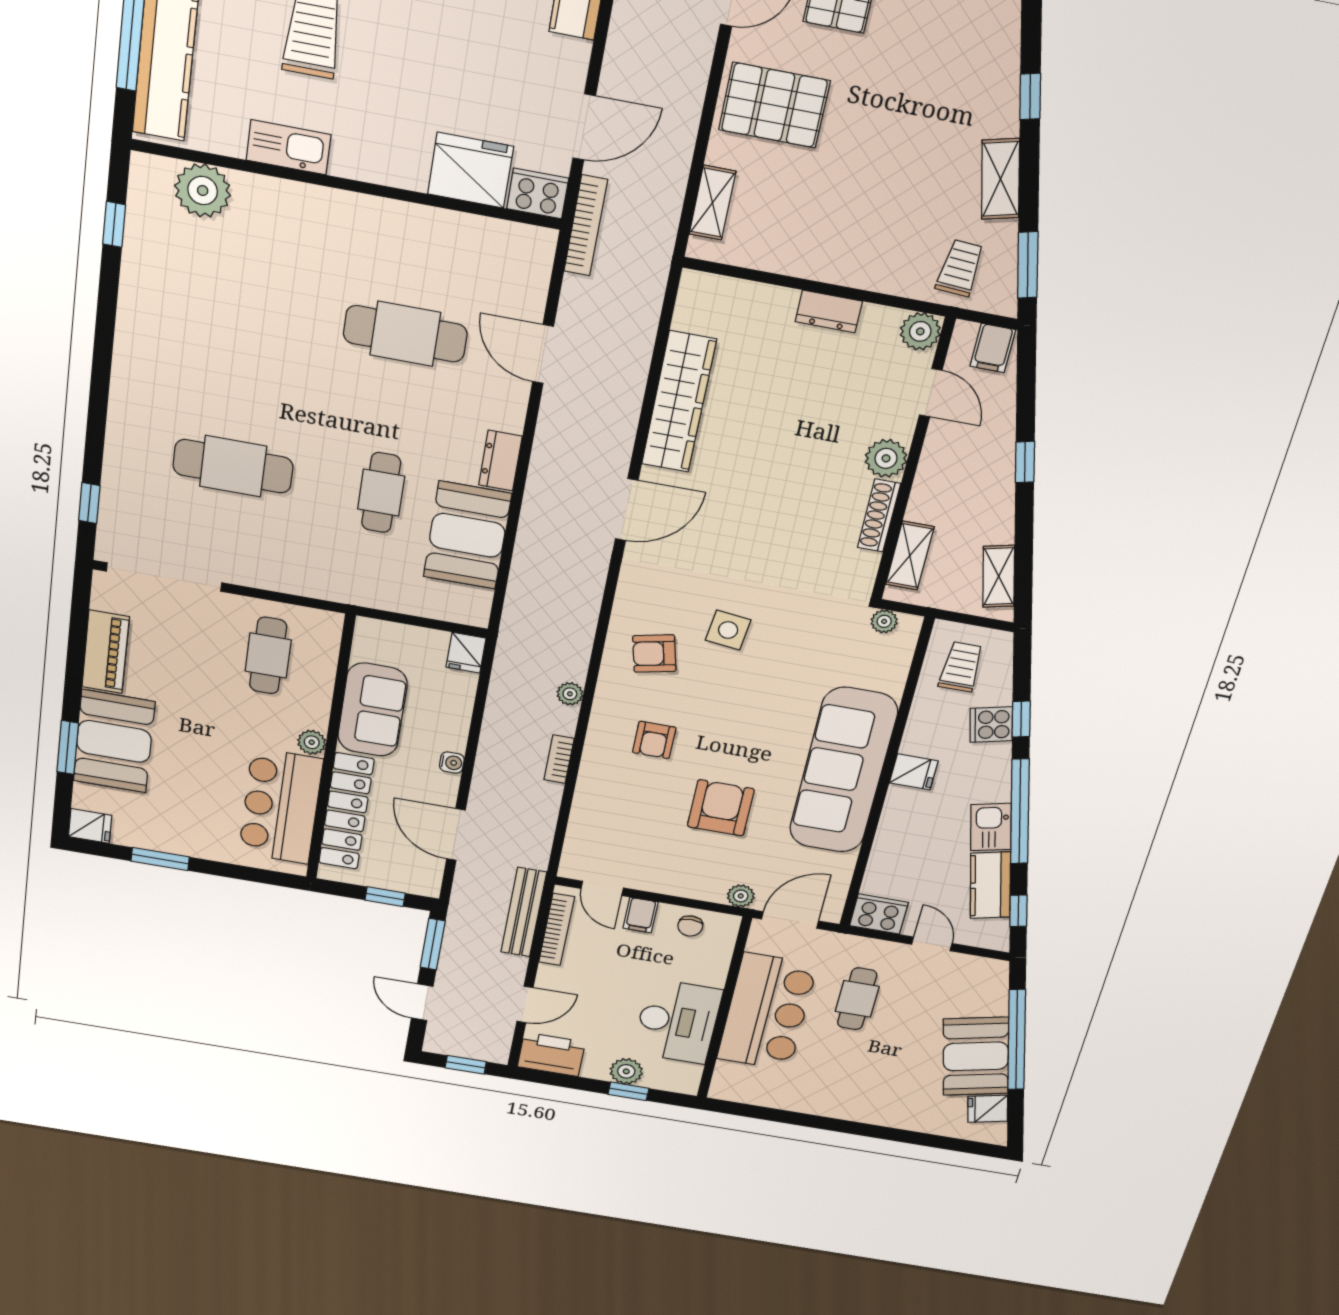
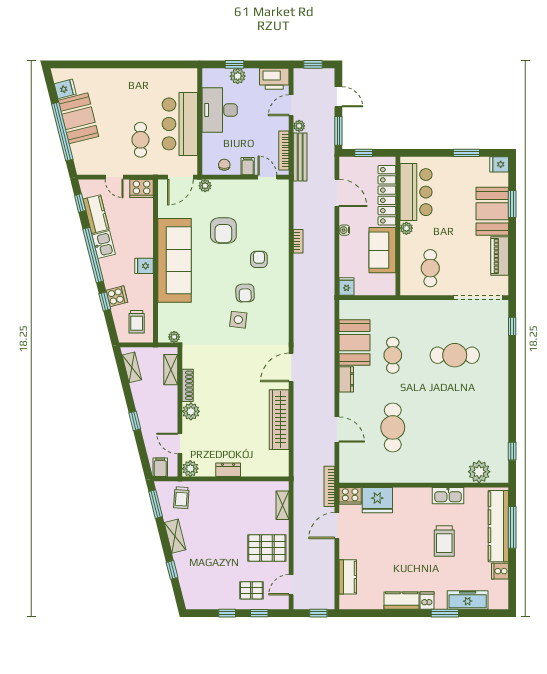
cafe table: (405, 334) -> (393, 427), turned 90
armchair: (654, 654) -> (245, 293), moved, turned 101
plant: (570, 694) -> (299, 126), moved

